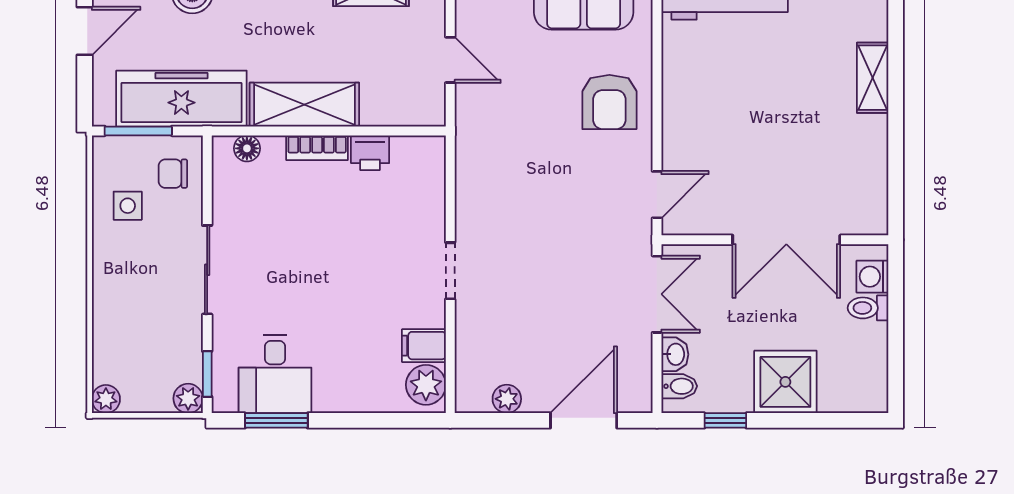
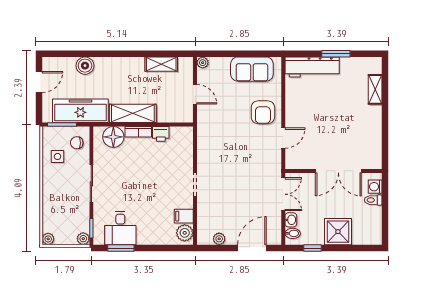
shelving: (873, 78) -> (375, 89), moved
floor lamp: (247, 148) -> (113, 137), width x1.89, depth x1.89
door: (657, 195) -> (283, 138), moved

